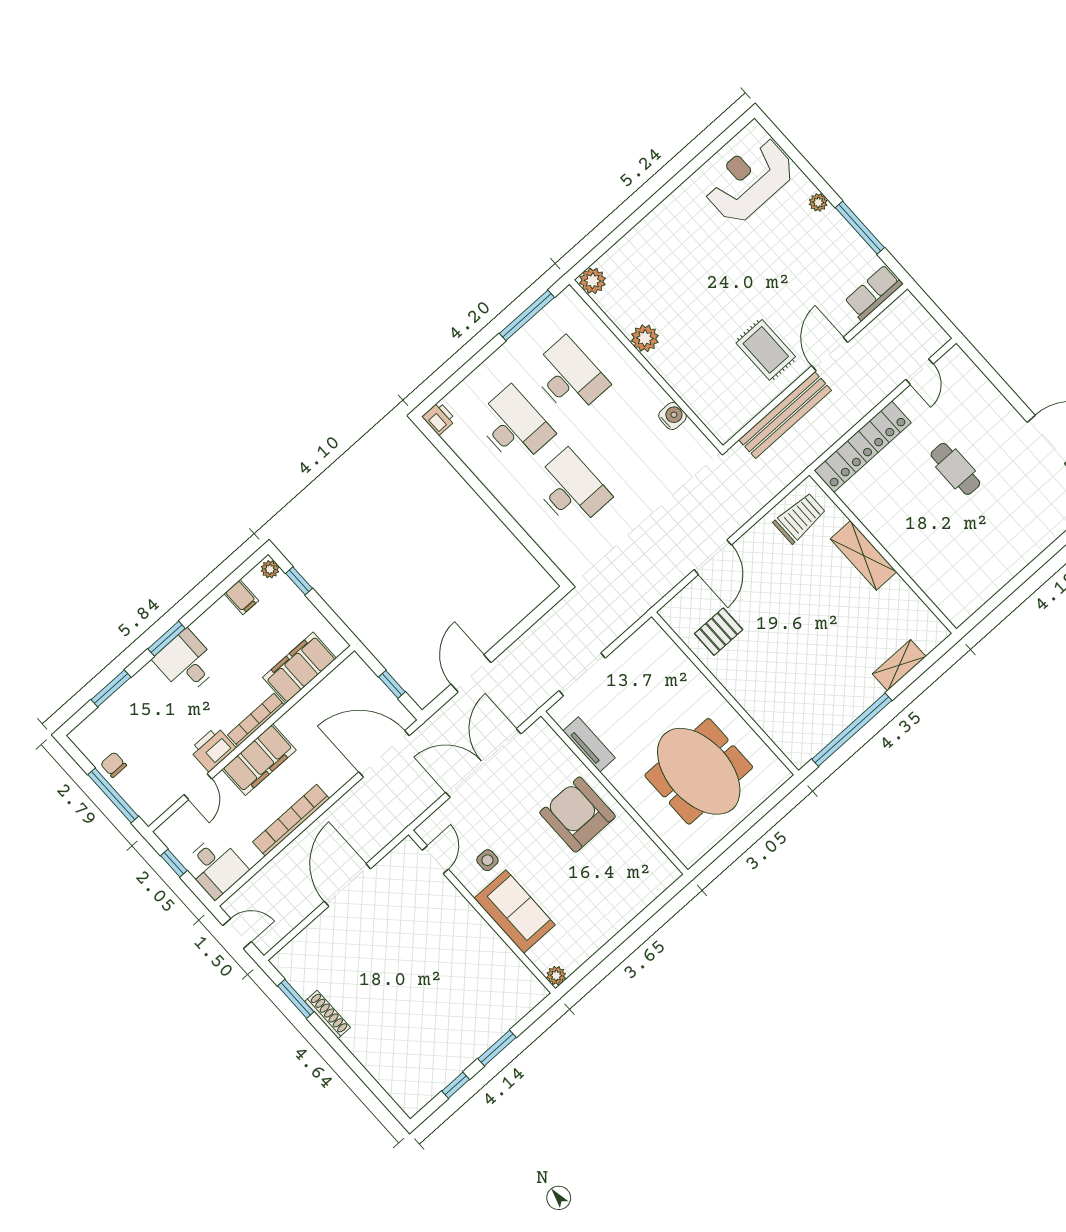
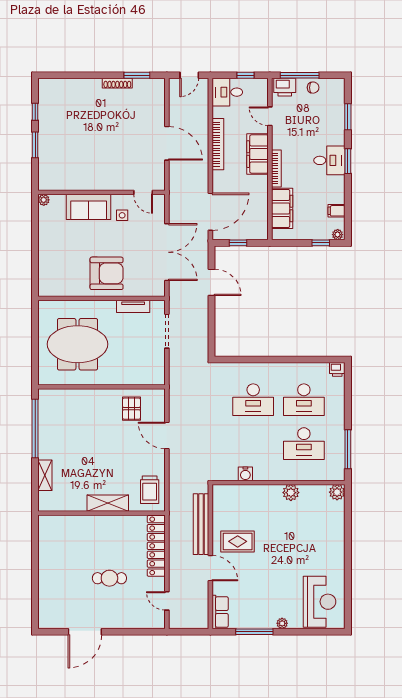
printer: (213, 749) -> (285, 87), moved, turned 90

